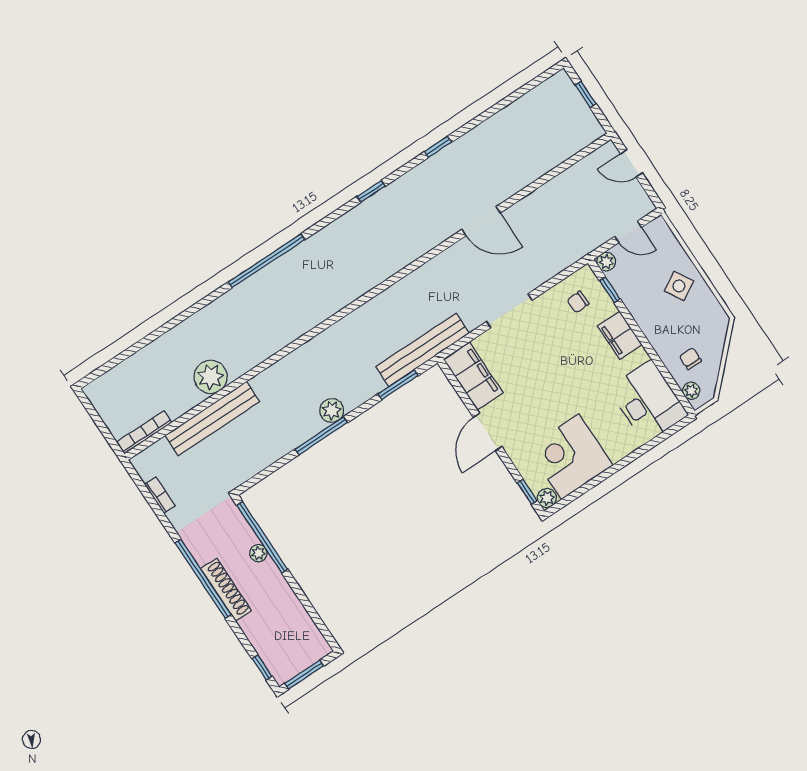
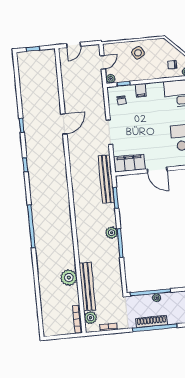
filing cabinet: (620, 335) -> (141, 90), width x0.50
plant: (160, 454) -> (90, 318), added
shoe rack: (226, 590) -> (152, 322), moved

